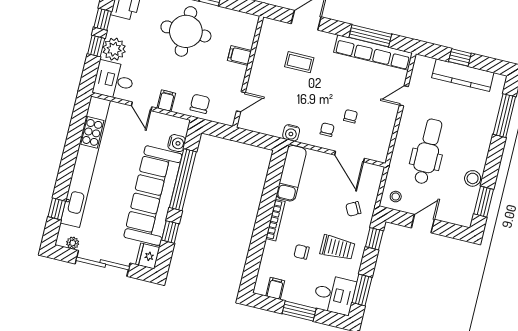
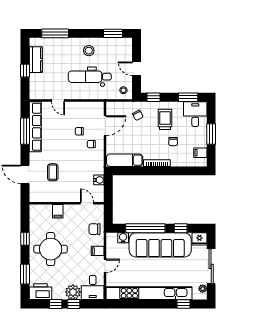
kitchen counter: (463, 75) -> (36, 60), width x0.67
water cooler: (291, 133) -> (99, 180), moved
stool: (473, 178) -> (89, 51), moved

